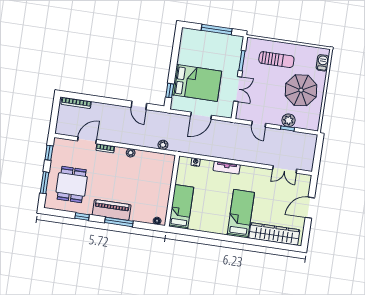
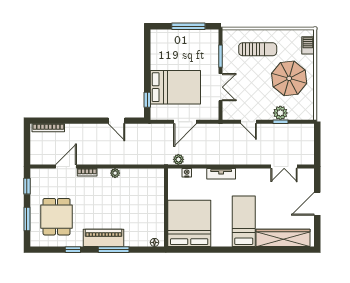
plant: (163, 145) -> (178, 159), moved
bed: (181, 207) -> (189, 223), width x2.04

